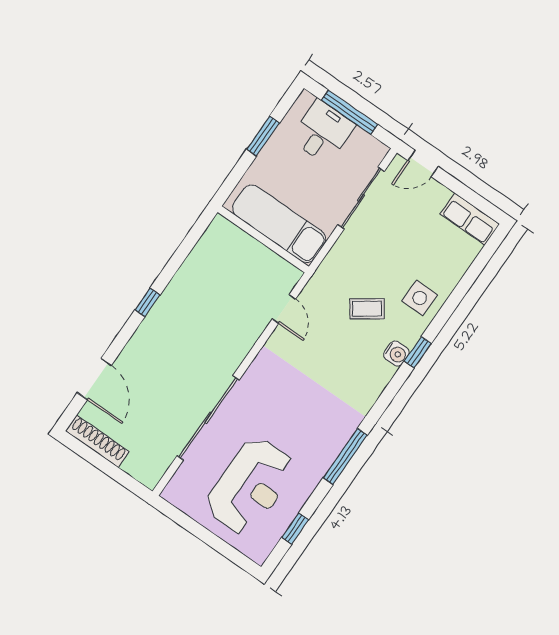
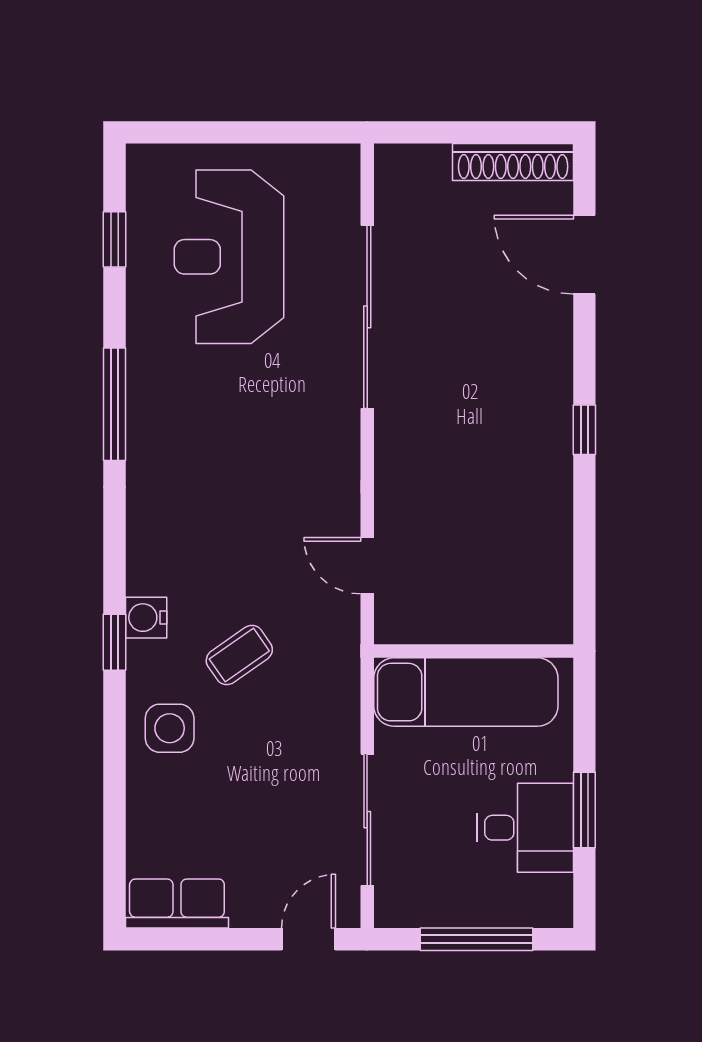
desk: (323, 132) -> (525, 828), moved, turned -90

